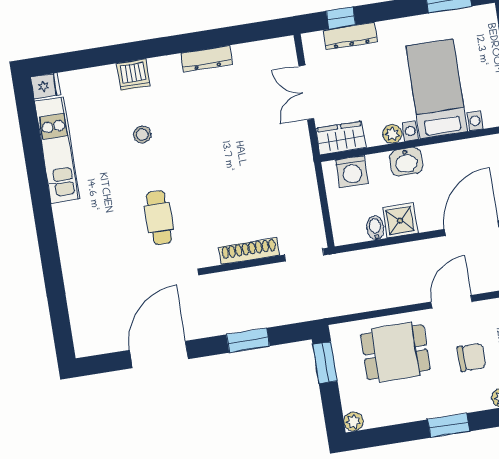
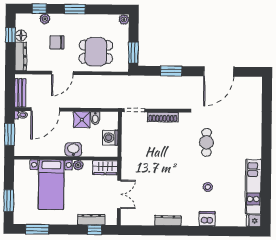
washing machine: (352, 172) -> (110, 138), moved, turned -90

